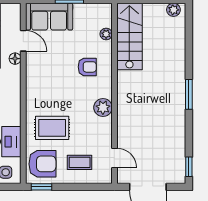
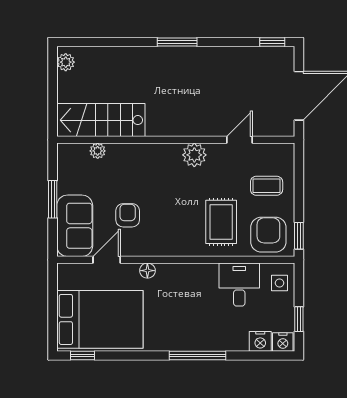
floor lamp: (15, 59) -> (147, 271), moved
armchair: (87, 67) -> (128, 215), moved
door: (114, 158) -> (239, 140), moved
coffee table: (80, 162) -> (267, 186), turned 90

